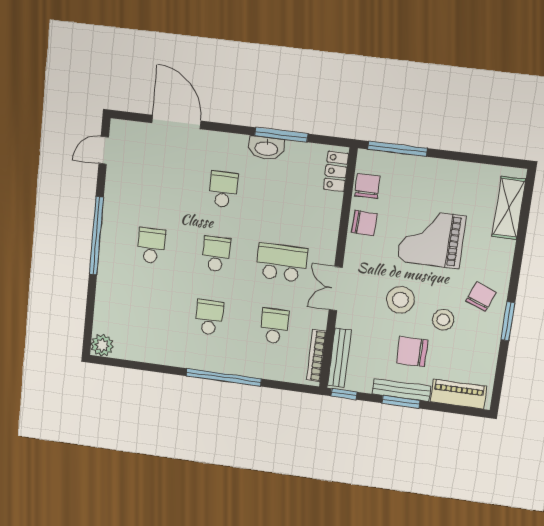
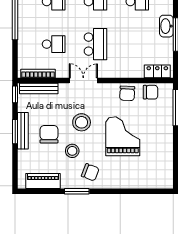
shelving: (509, 208) -> (148, 181), removed
piano: (458, 394) -> (43, 181), moved, turned -90

